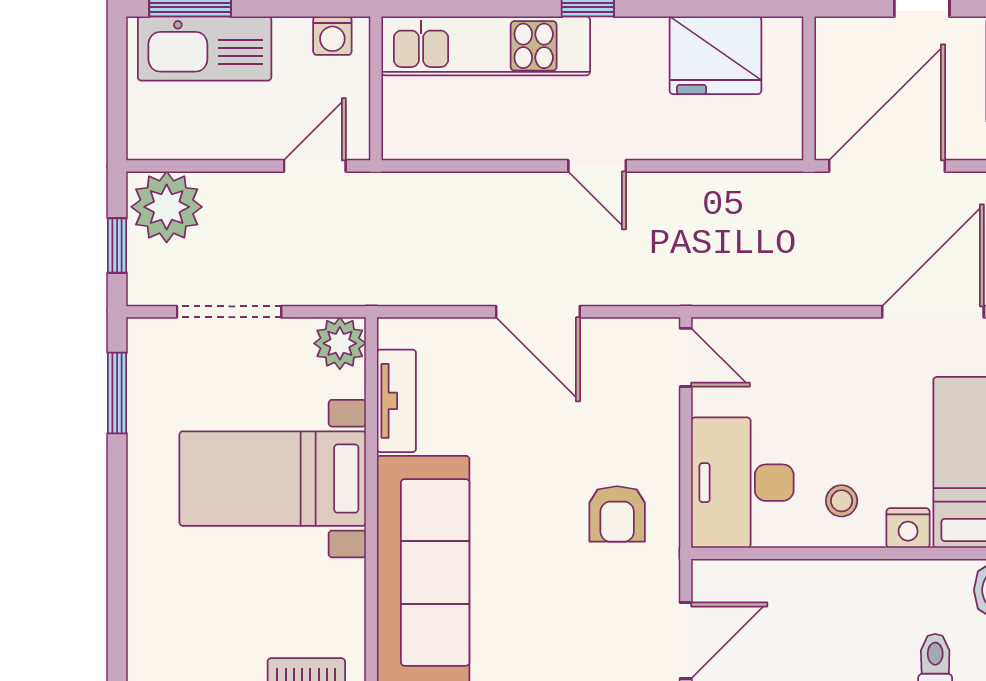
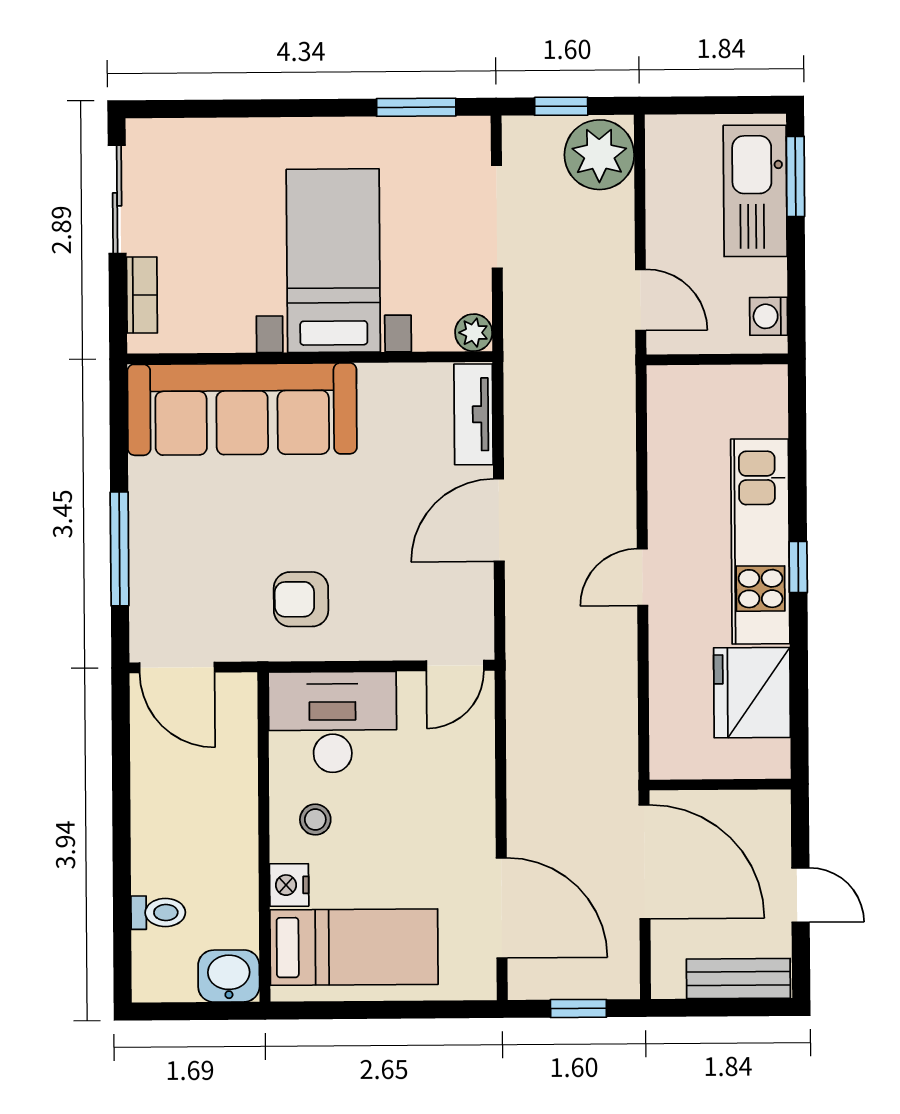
kitchen unit: (486, 46) -> (760, 541), moved
plant: (340, 343) -> (474, 333), width x0.73, depth x0.73
tv unit: (396, 401) -> (474, 414), moved, turned 90

